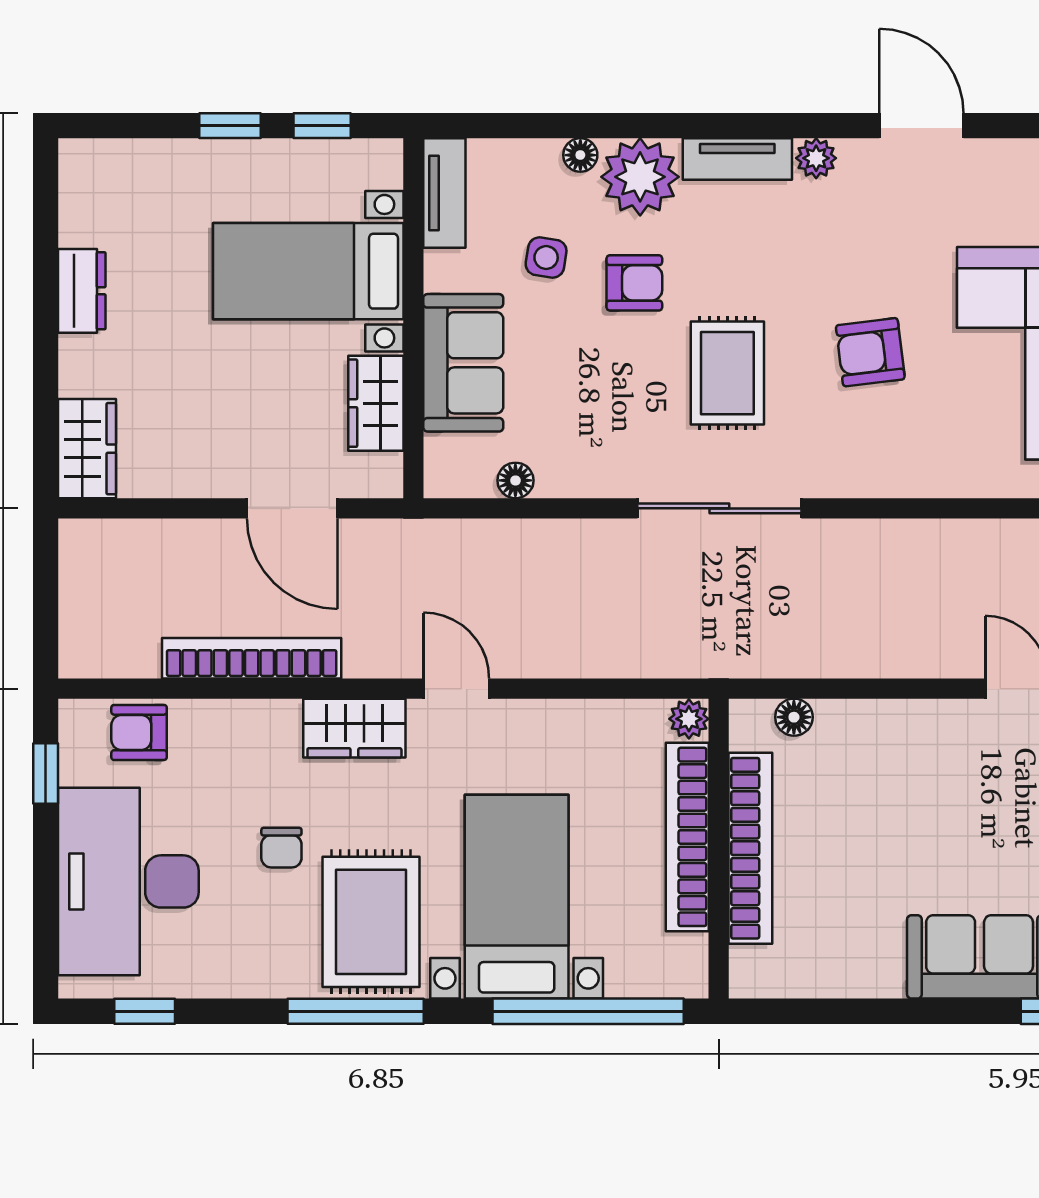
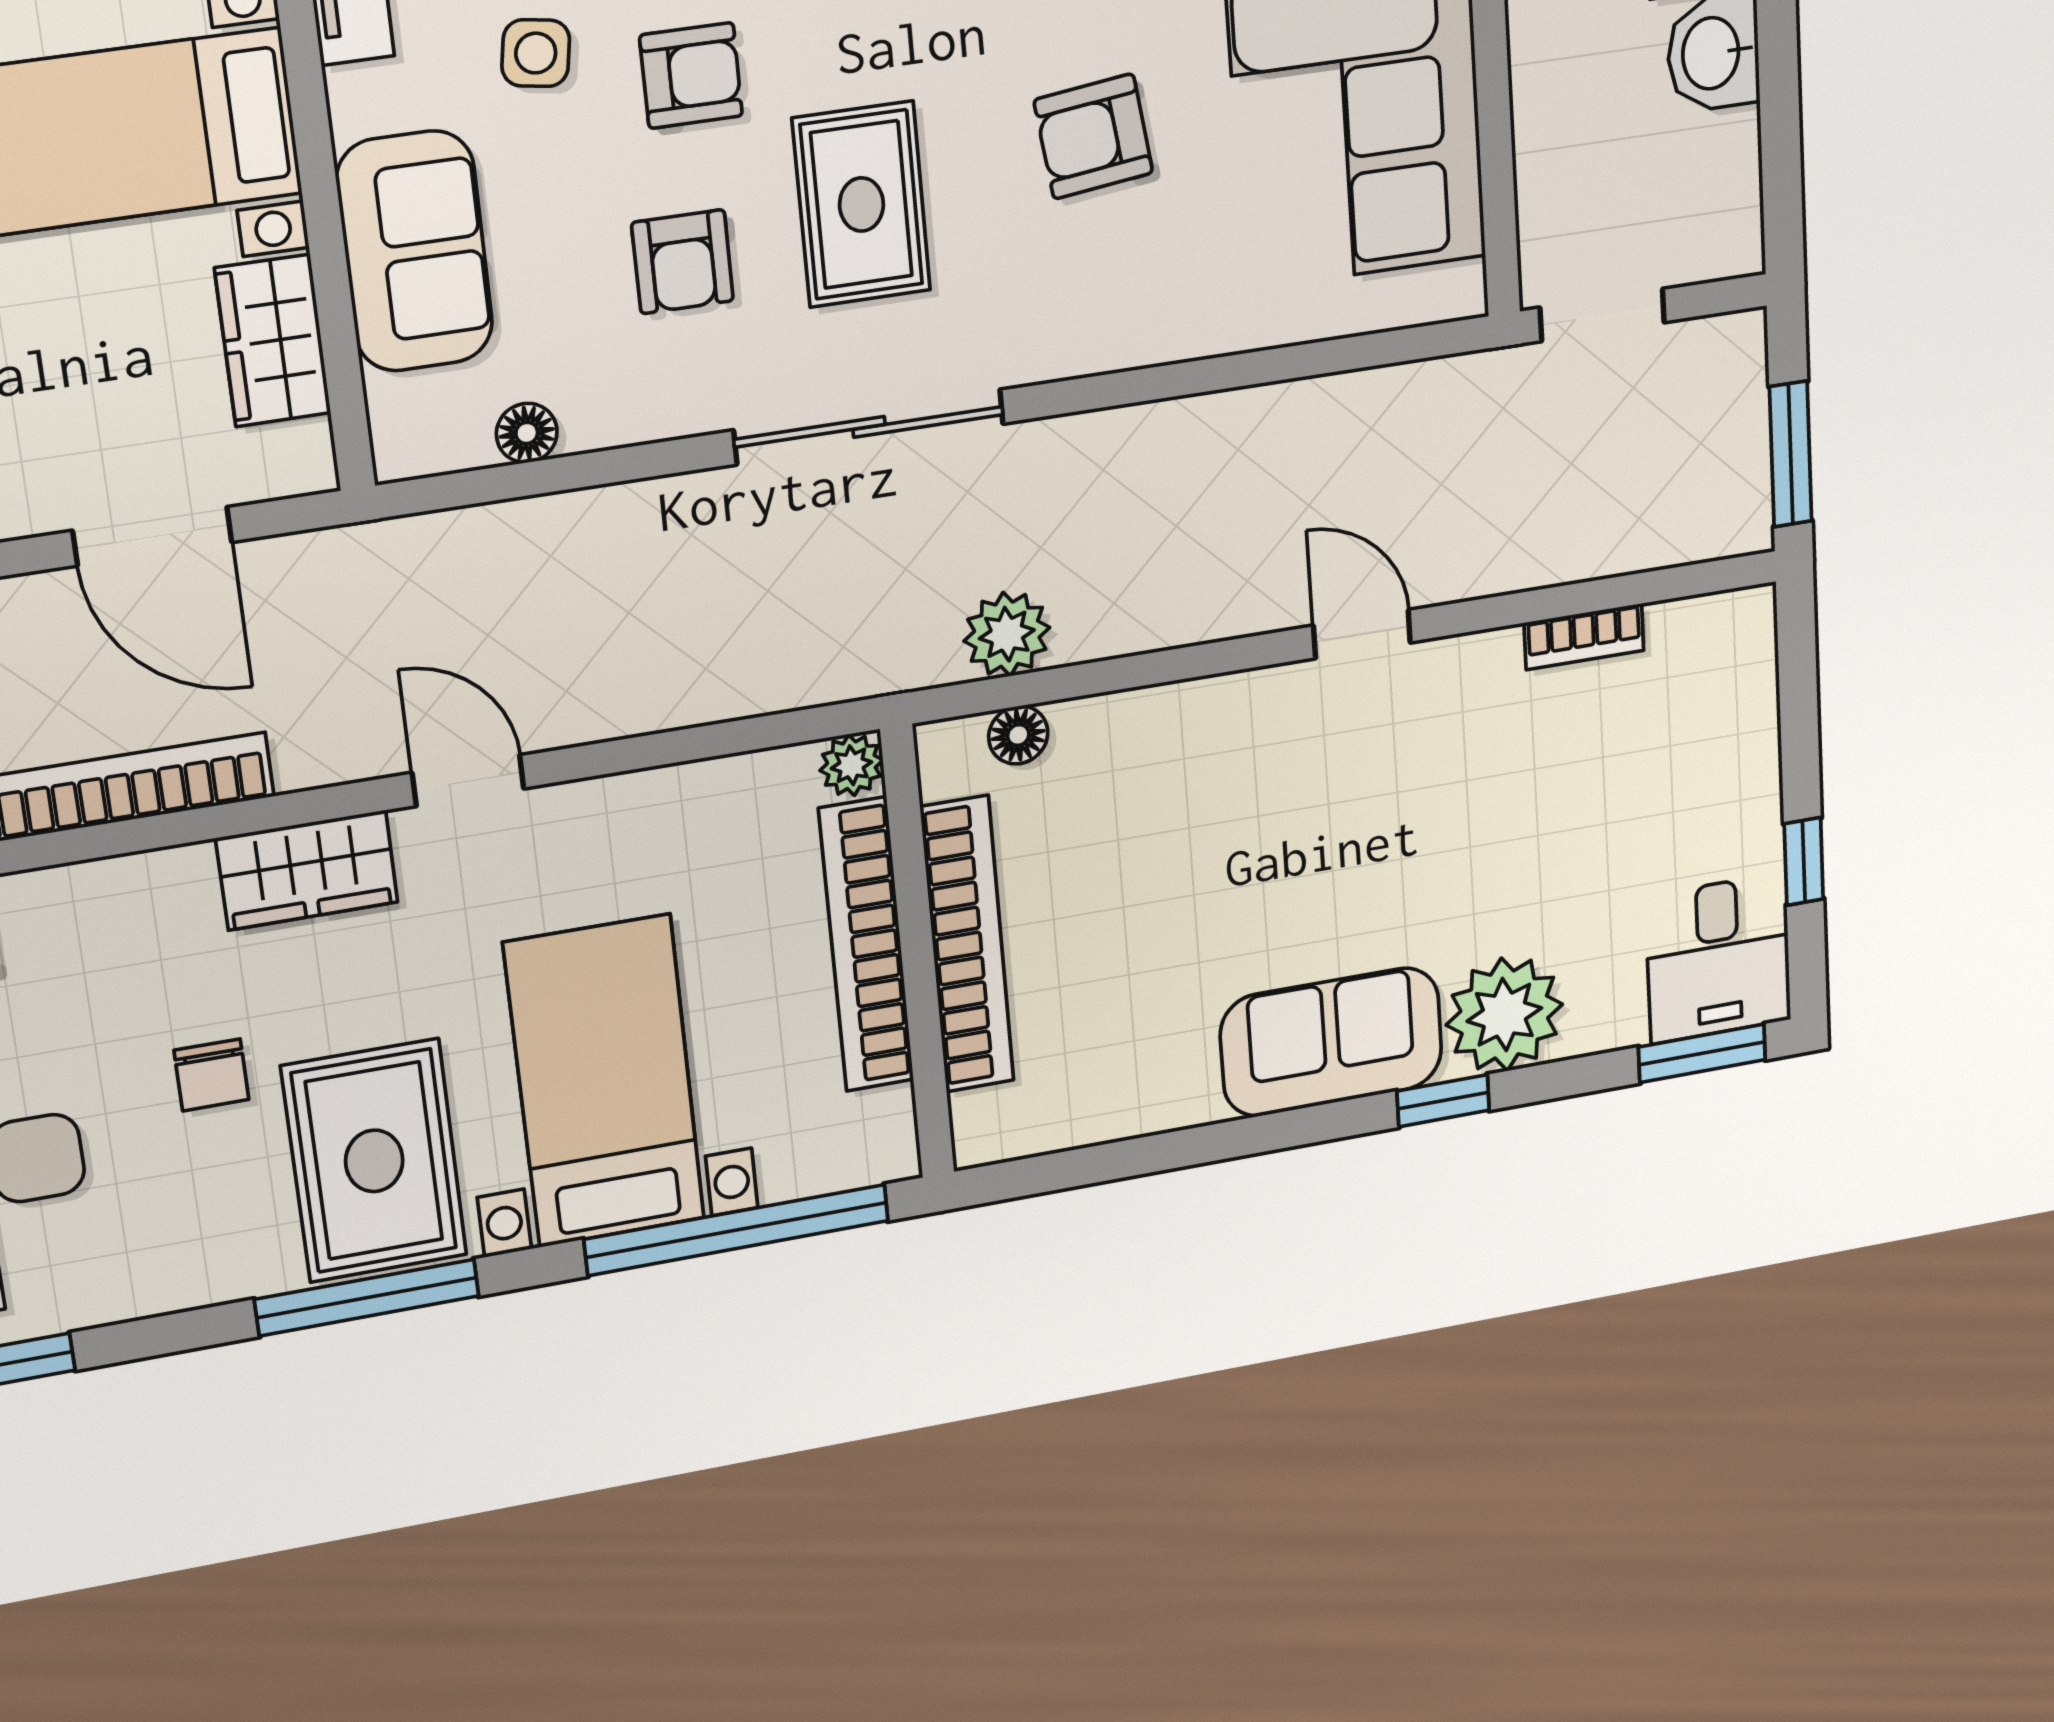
armchair: (618, 392) -> (683, 262), added
plant: (792, 651) -> (1007, 634), added

